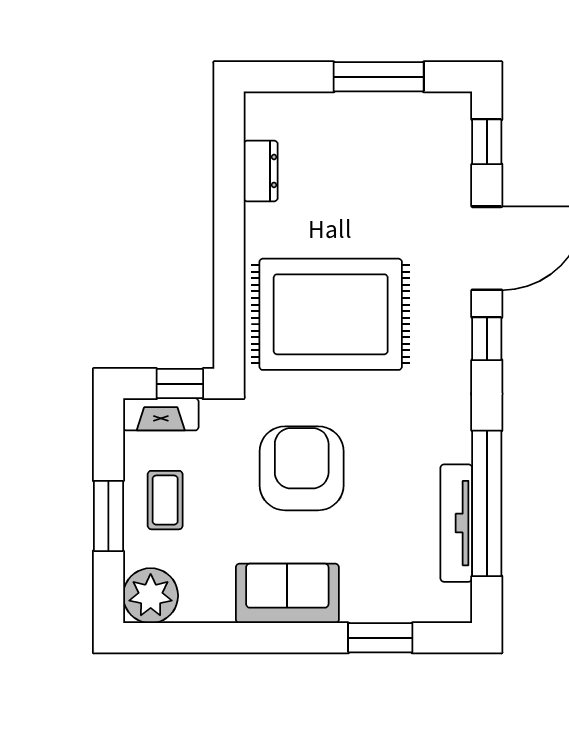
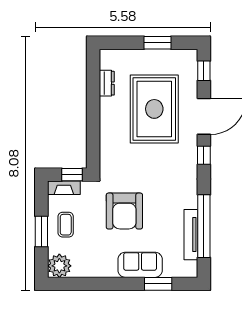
window: (379, 77) -> (157, 43), width x0.69
rug: (331, 314) -> (154, 109), moved, turned 90
armchair: (302, 468) -> (124, 211), turned 180
sofa: (287, 593) -> (140, 265), moved

